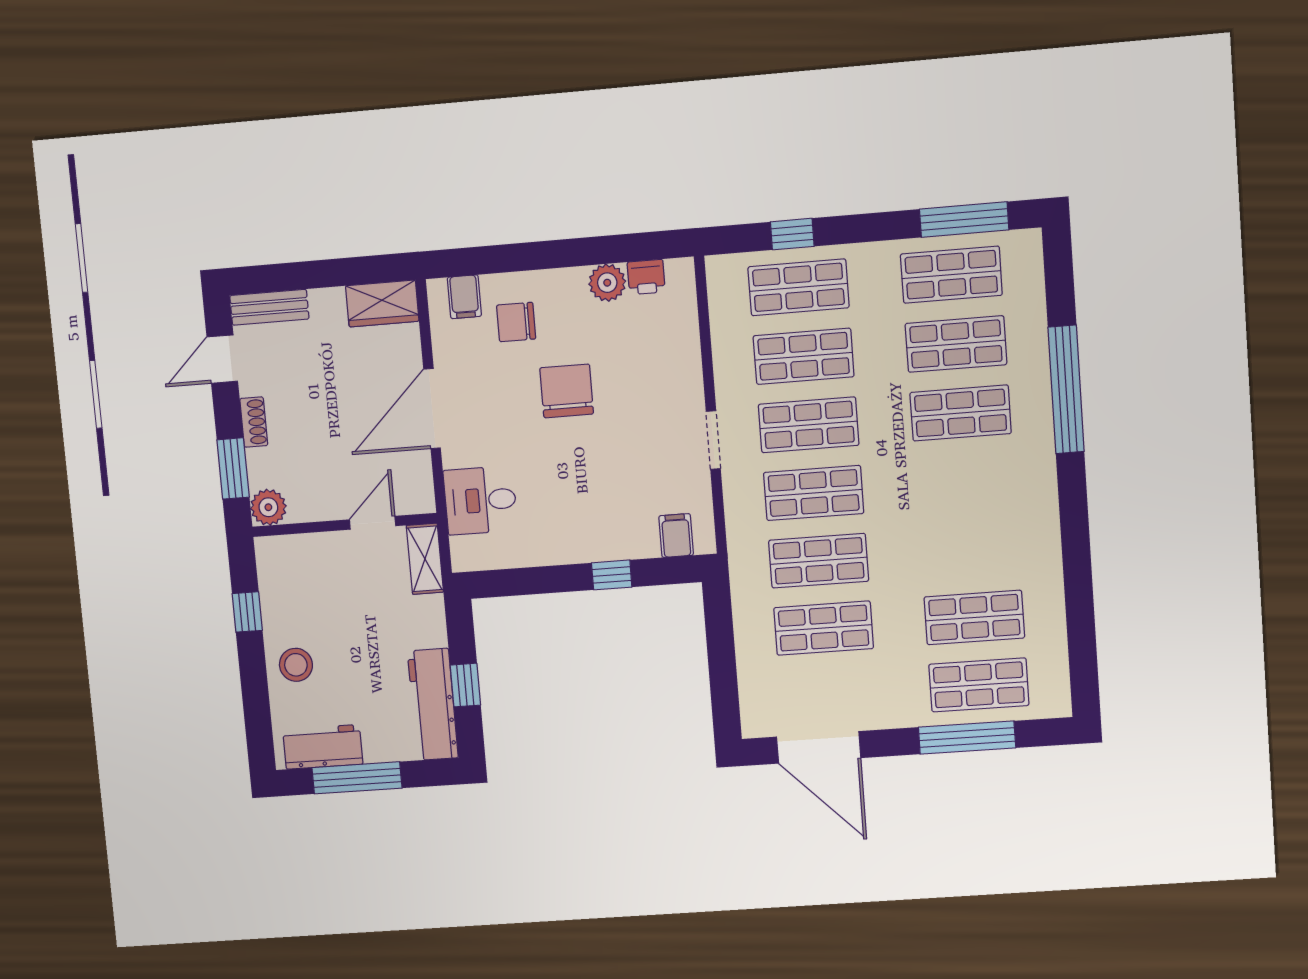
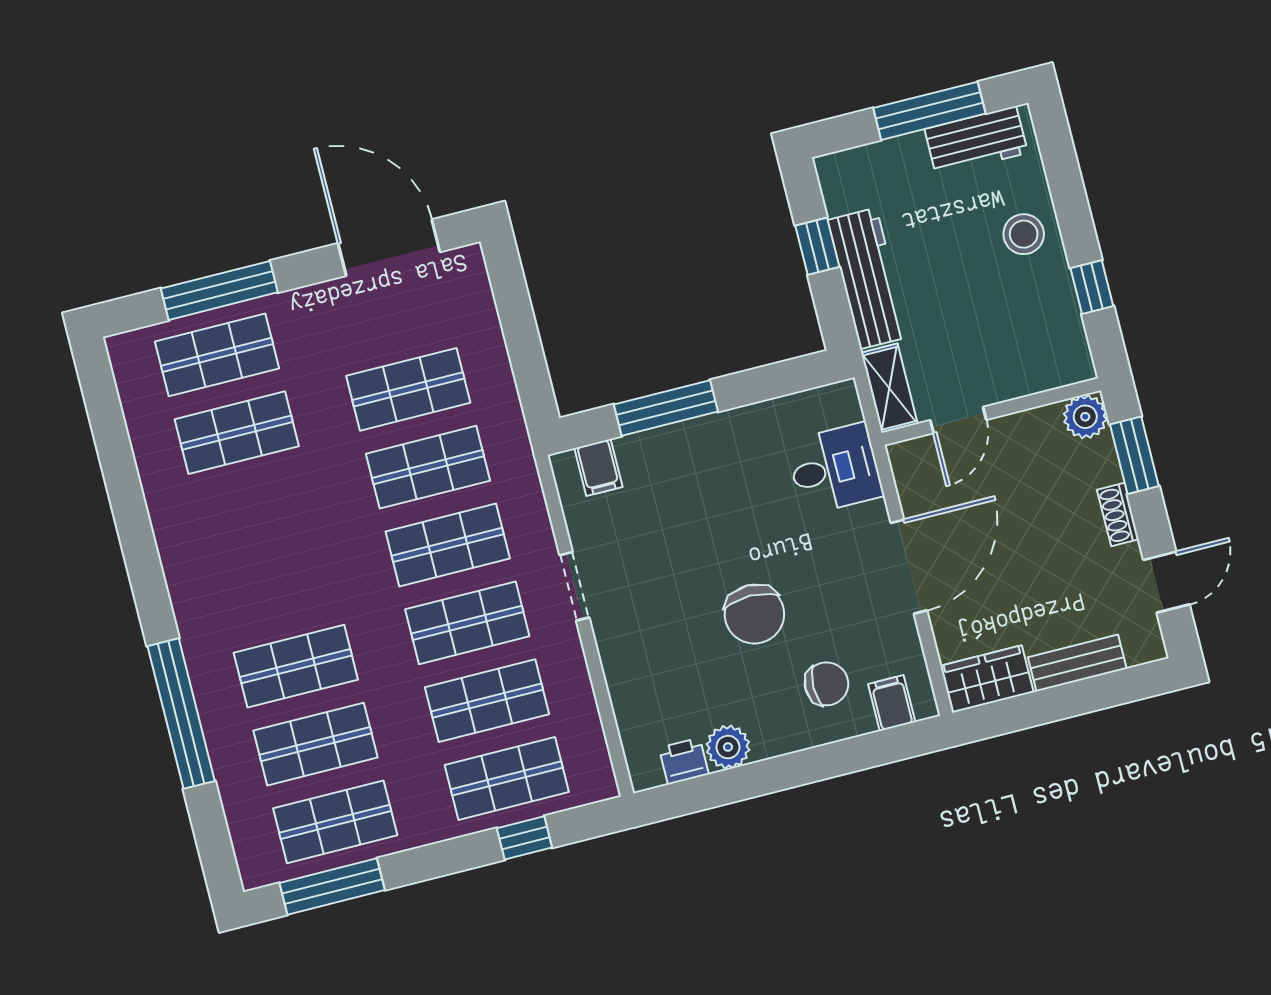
bench: (269, 307) -> (1077, 663), moved
window: (612, 575) -> (666, 408), width x2.17
workbench: (433, 704) -> (868, 278), moved

